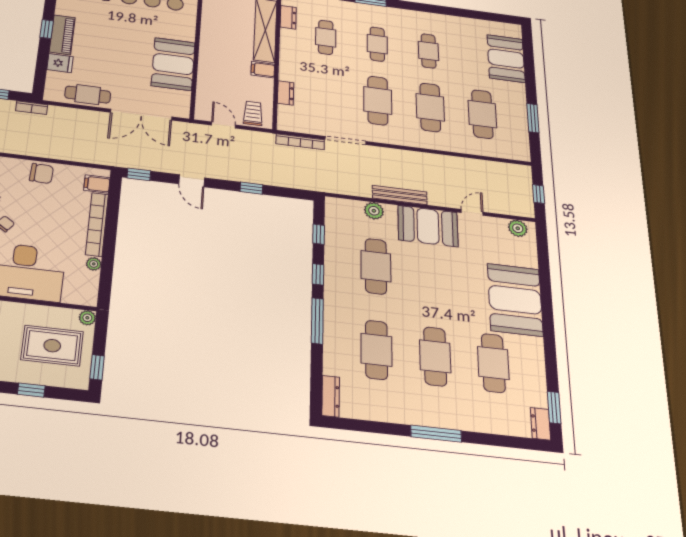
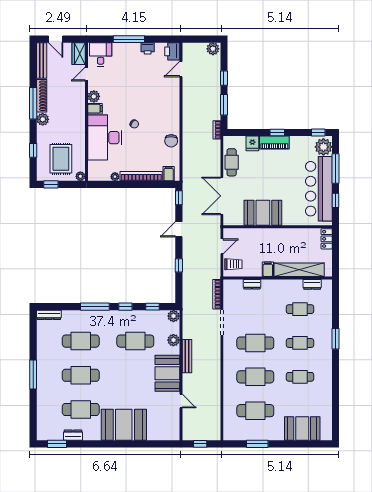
plant: (518, 228) -> (174, 316), moved
dresser: (541, 424) -> (73, 435), moved

